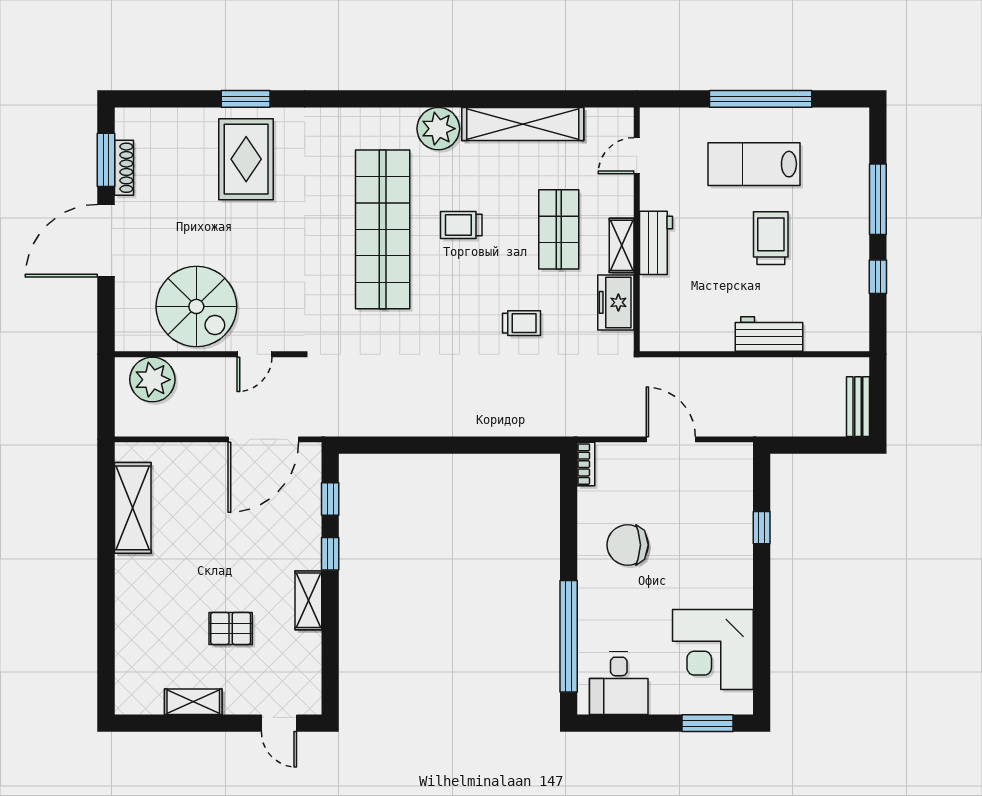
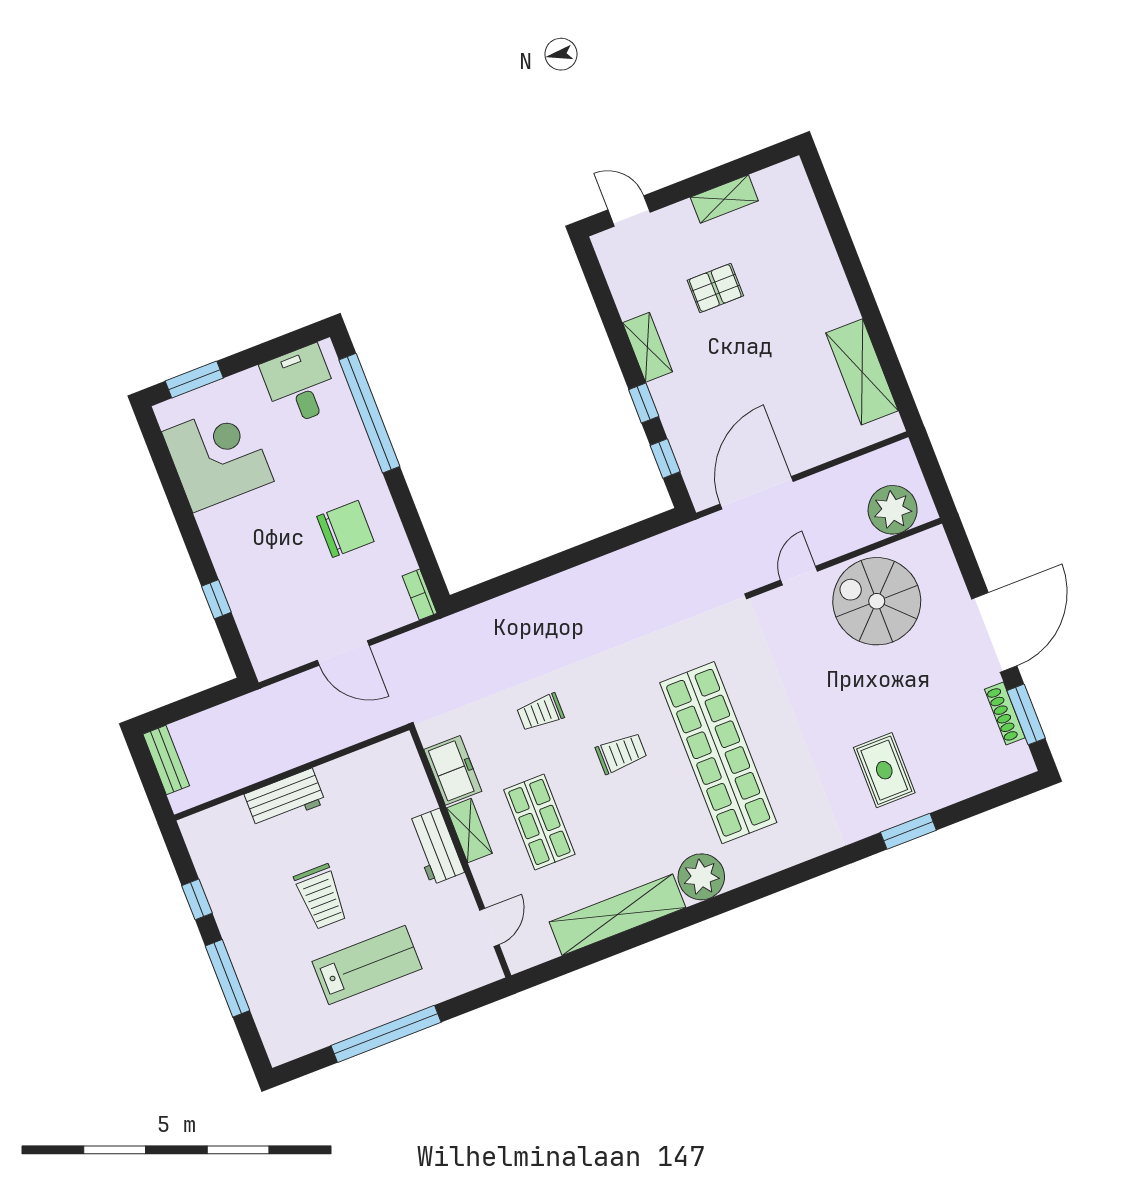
rug: (246, 159) -> (884, 770), width x0.73, depth x0.70
trolley: (461, 225) -> (621, 753), moved

